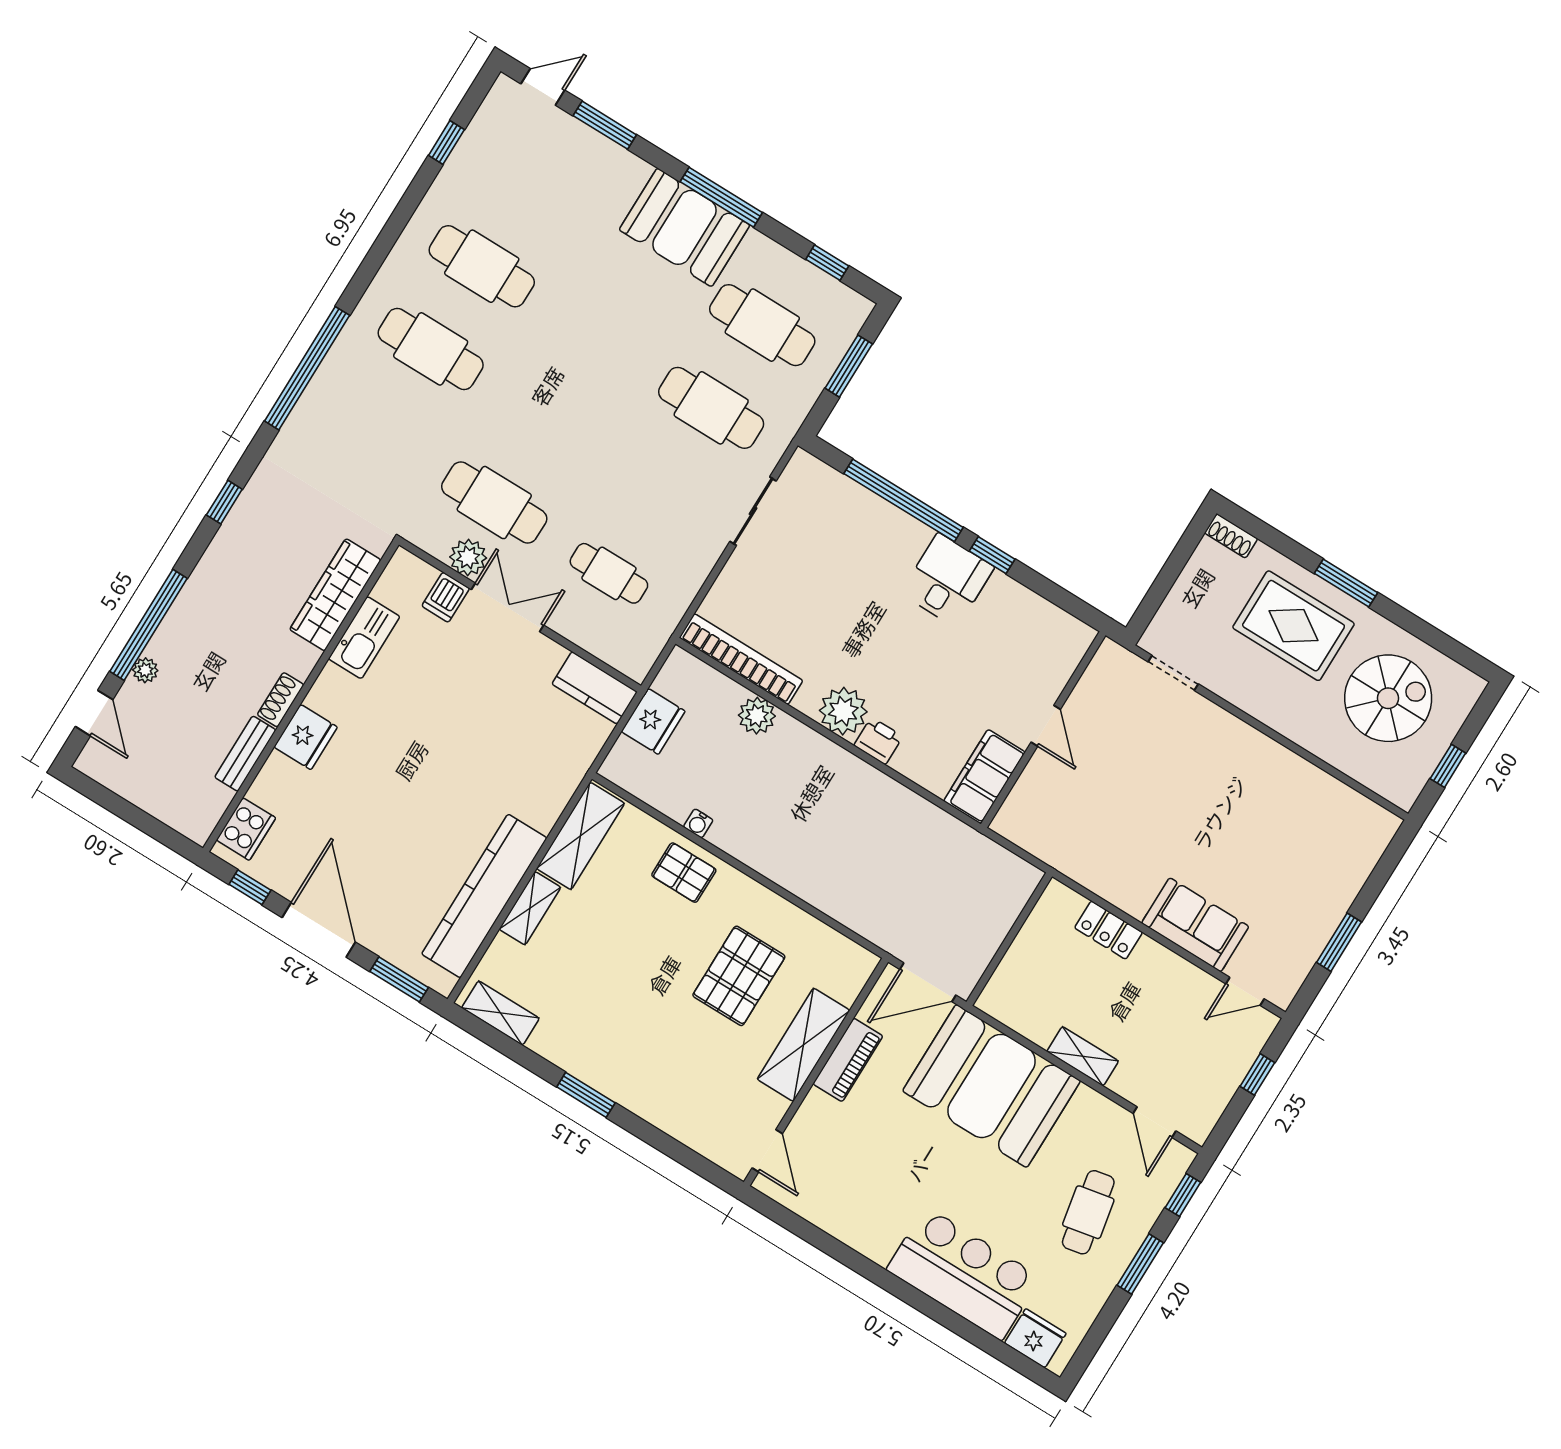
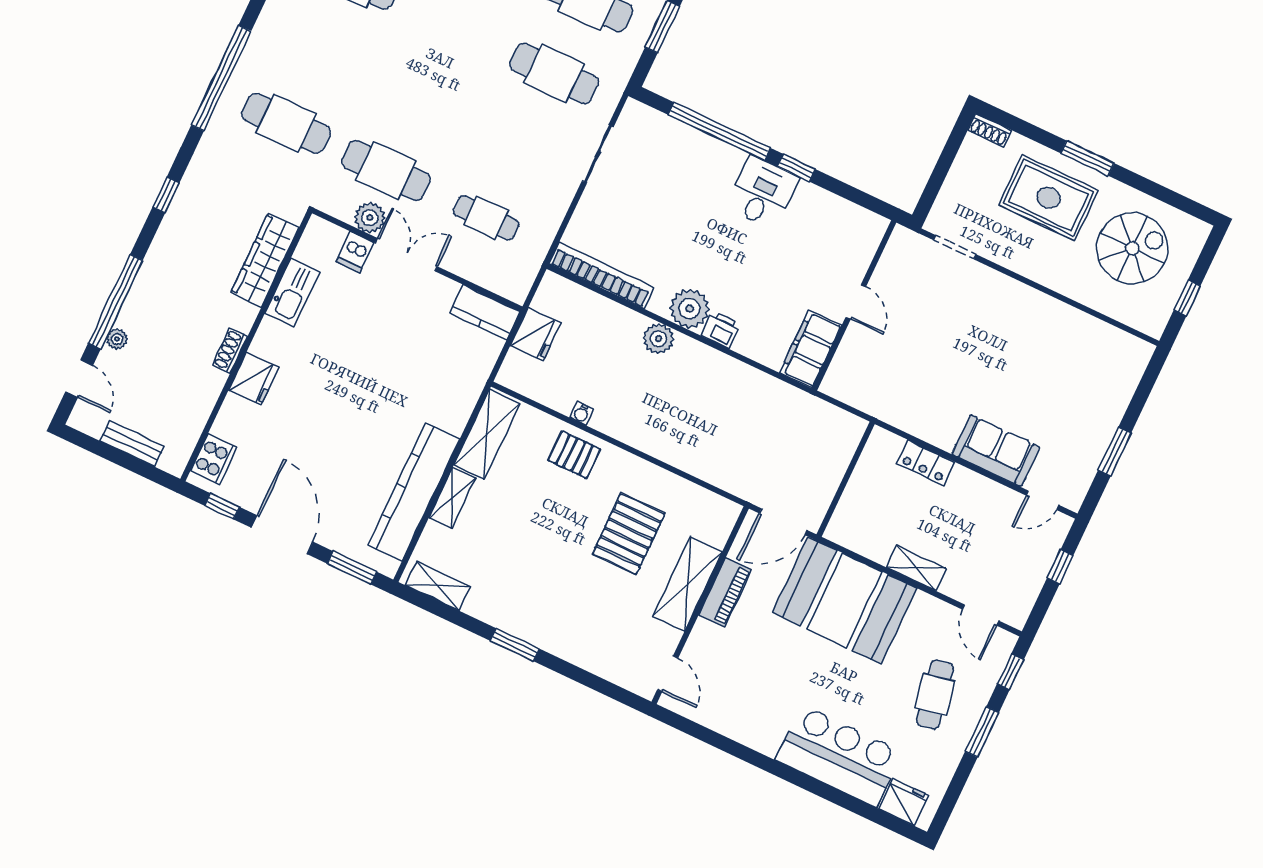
cafe table: (431, 349) -> (286, 123), moved
plant: (757, 716) -> (658, 339), moved
bench: (245, 754) -> (132, 444), moved, turned 90

